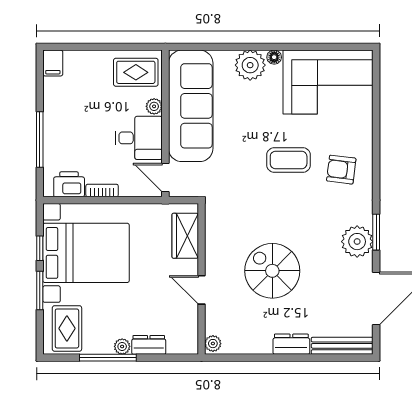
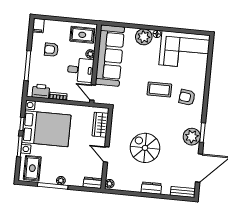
armchair: (81, 105) -> (51, 50), added
dresser: (149, 345) -> (93, 183), moved
bench: (342, 346) -> (183, 192), width x0.73

